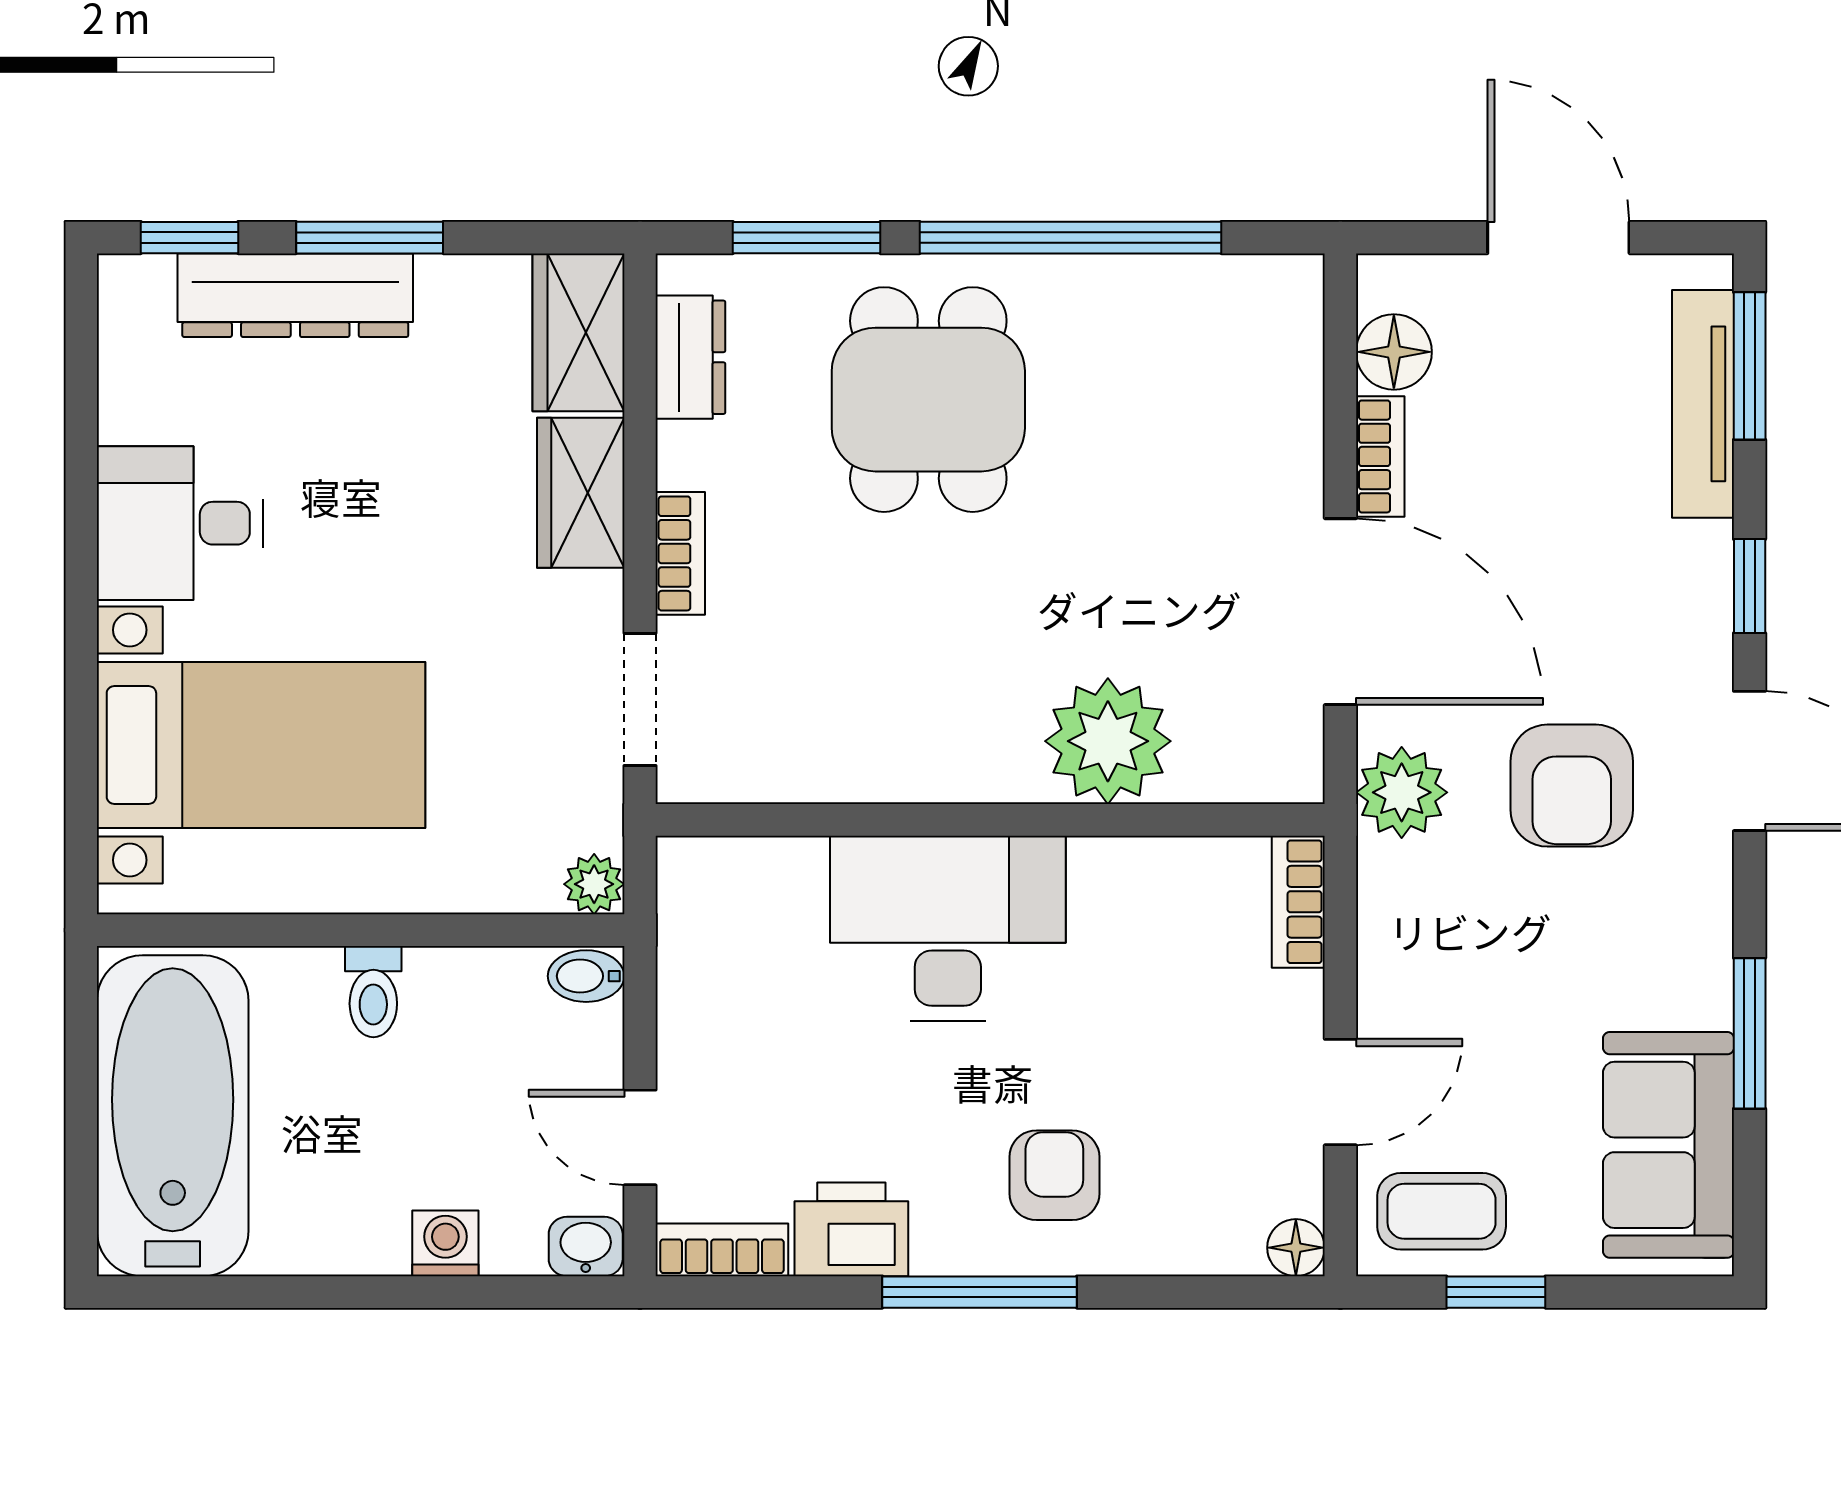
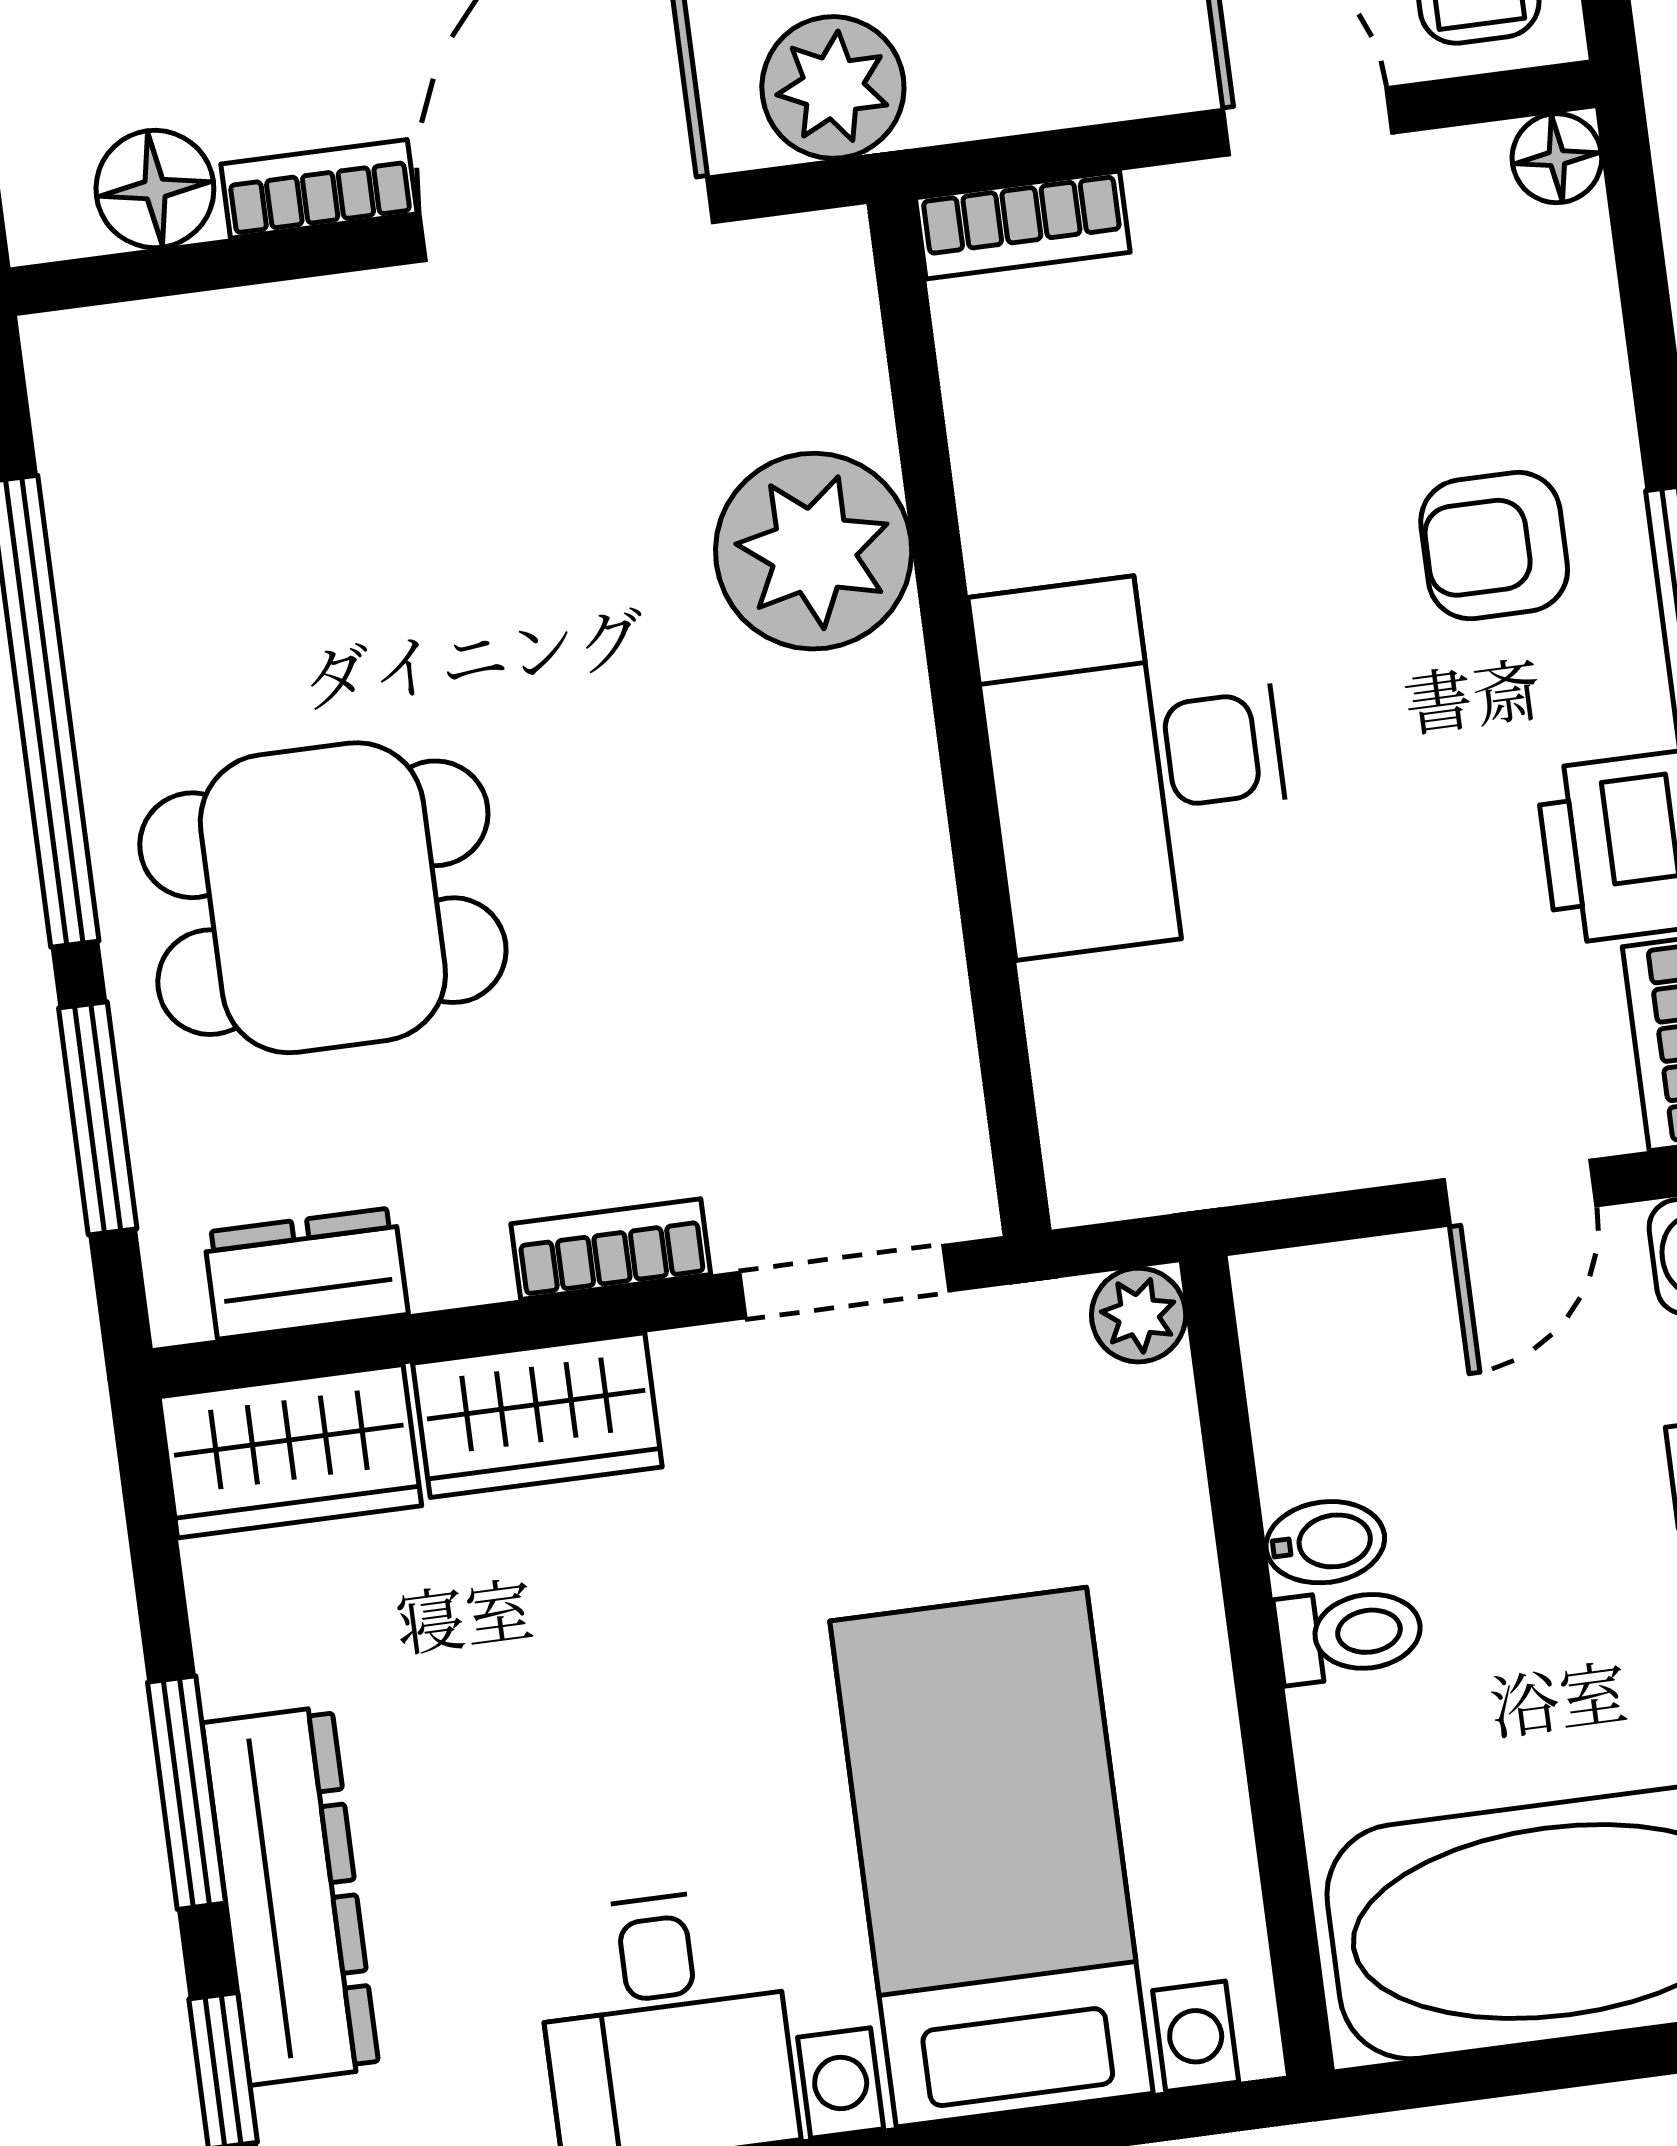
bidet: (586, 976) -> (1325, 1542), moved, turned -90

